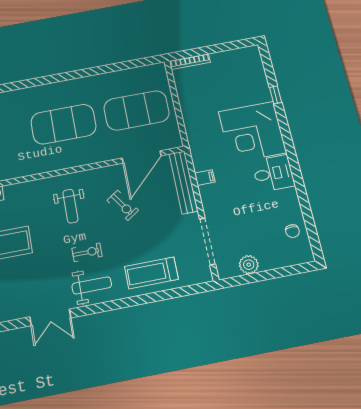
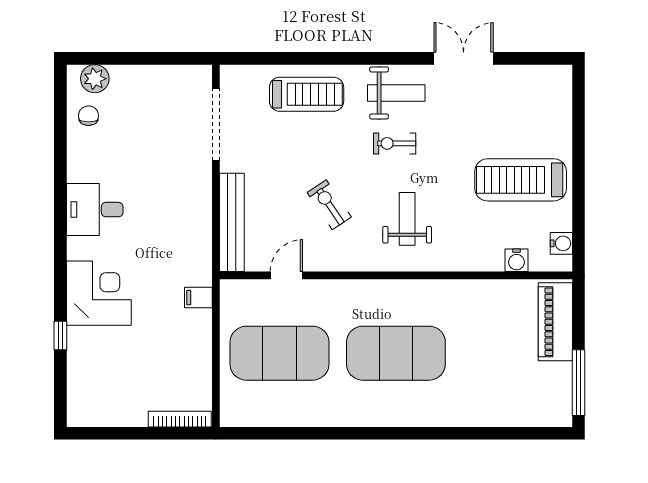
corner desk: (252, 132) -> (99, 293), width x0.74, depth x0.74
door: (142, 157) -> (286, 275), width x0.53
filing cabinet: (205, 178) -> (198, 298), moved
plant: (249, 265) -> (95, 79), moved
weight bench: (92, 285) -> (396, 93), turned 180

